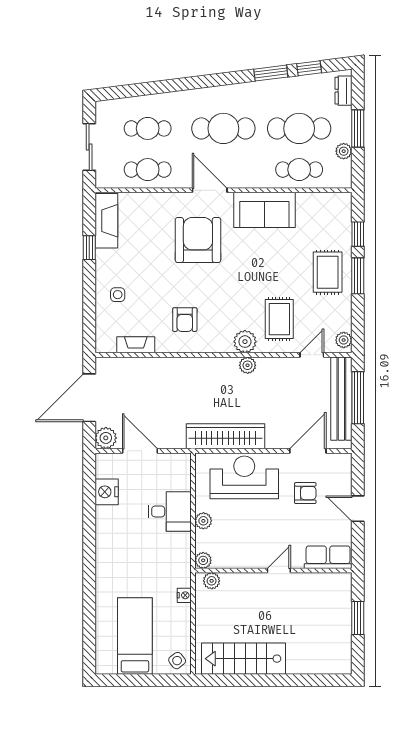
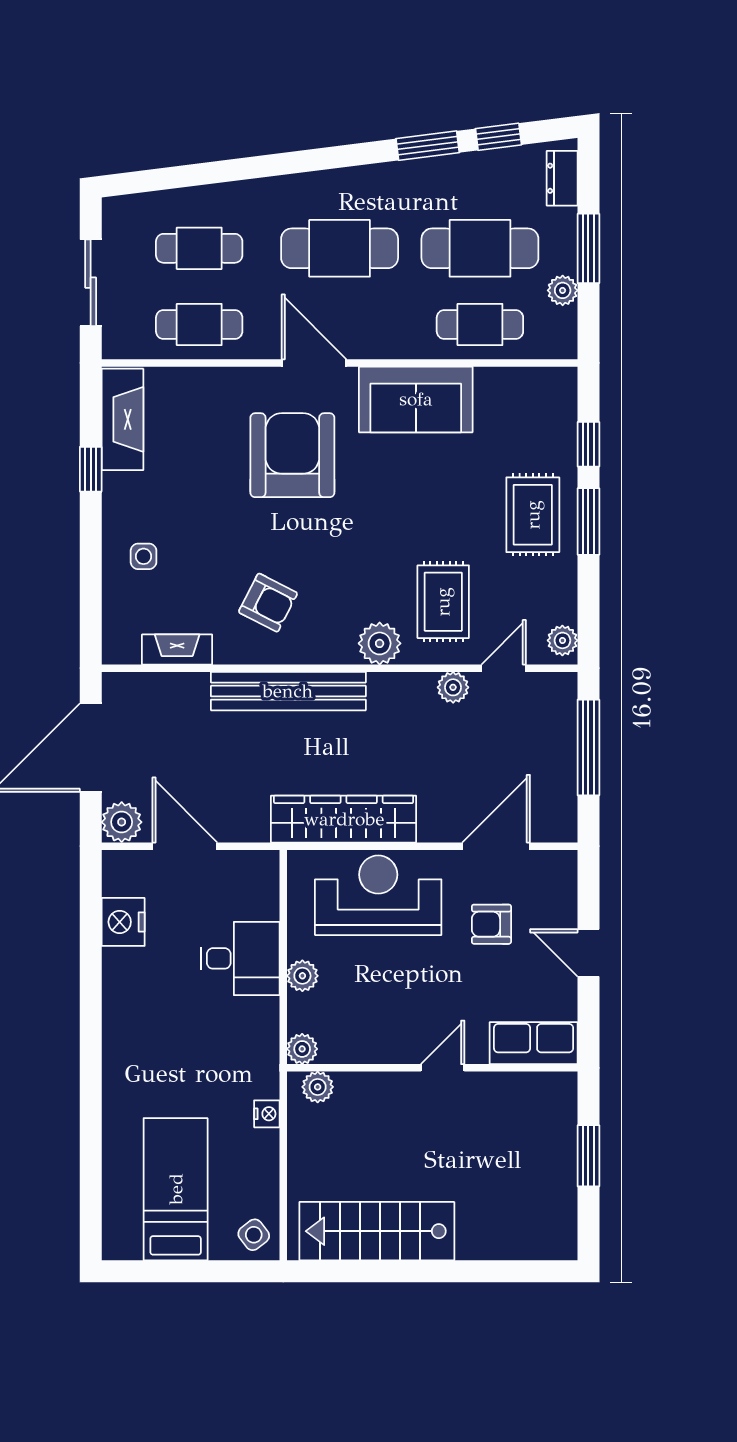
armchair: (185, 320) -> (268, 603), turned -63
plant: (248, 365) -> (453, 687), moved
bench: (341, 399) -> (288, 691), moved, turned 90
armchair: (305, 493) -> (491, 924), turned 180

